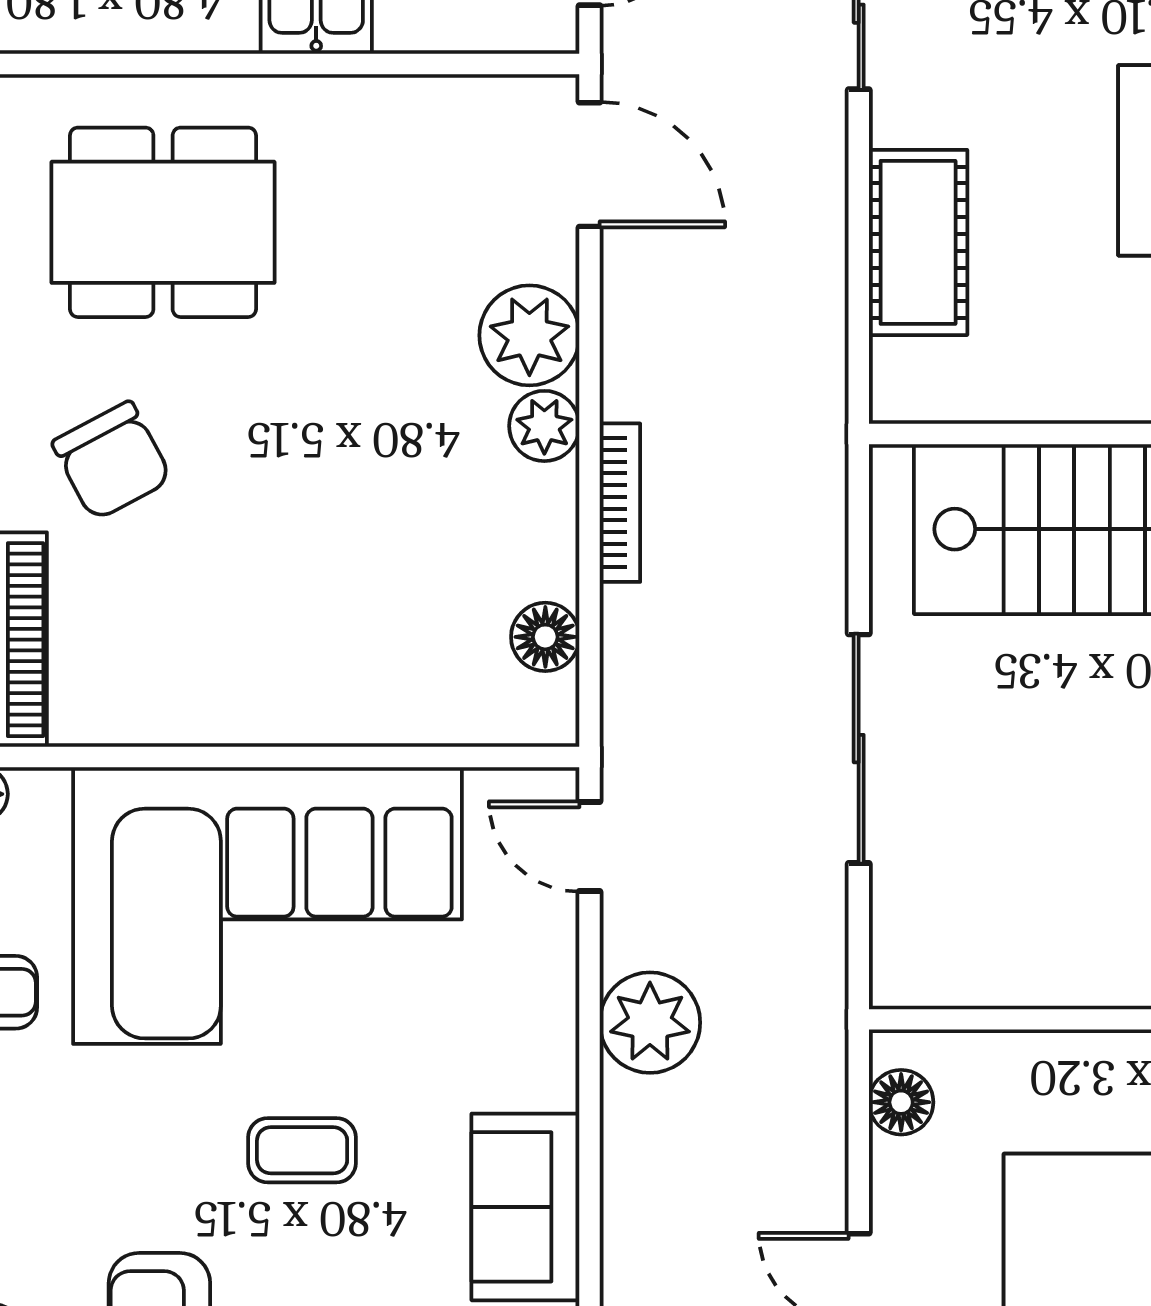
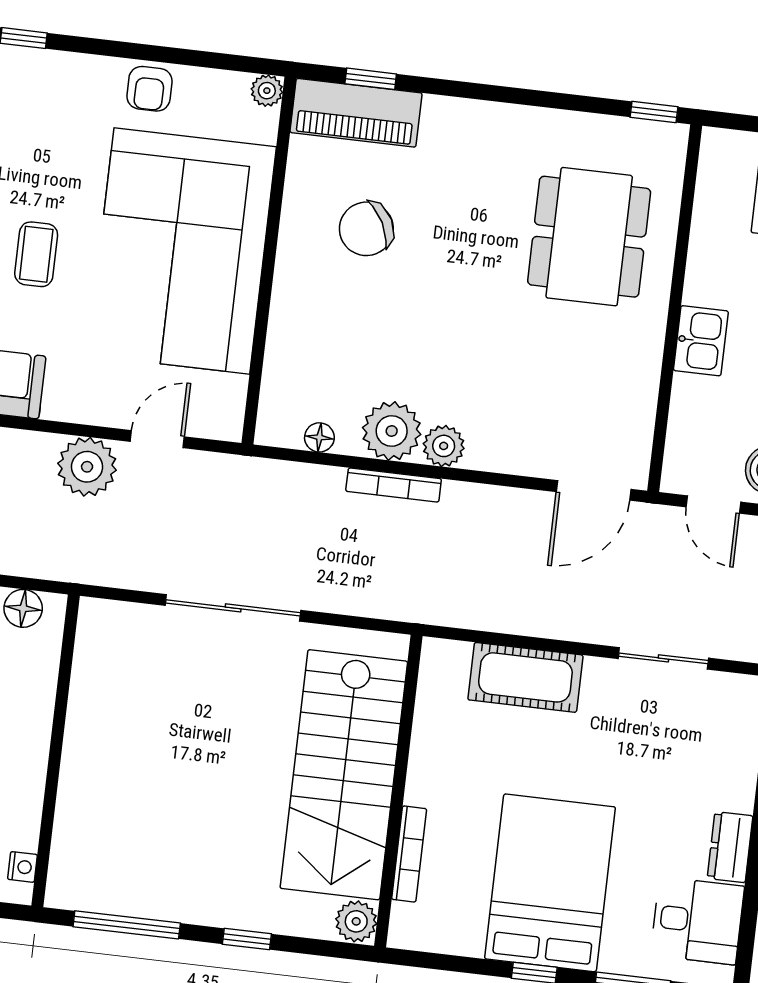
plant: (529, 335) -> (392, 431), moved
chair: (112, 461) -> (366, 229), moved
floor lamp: (545, 637) -> (319, 437), width x0.73, depth x0.73
door: (590, 847) -> (157, 439), moved

